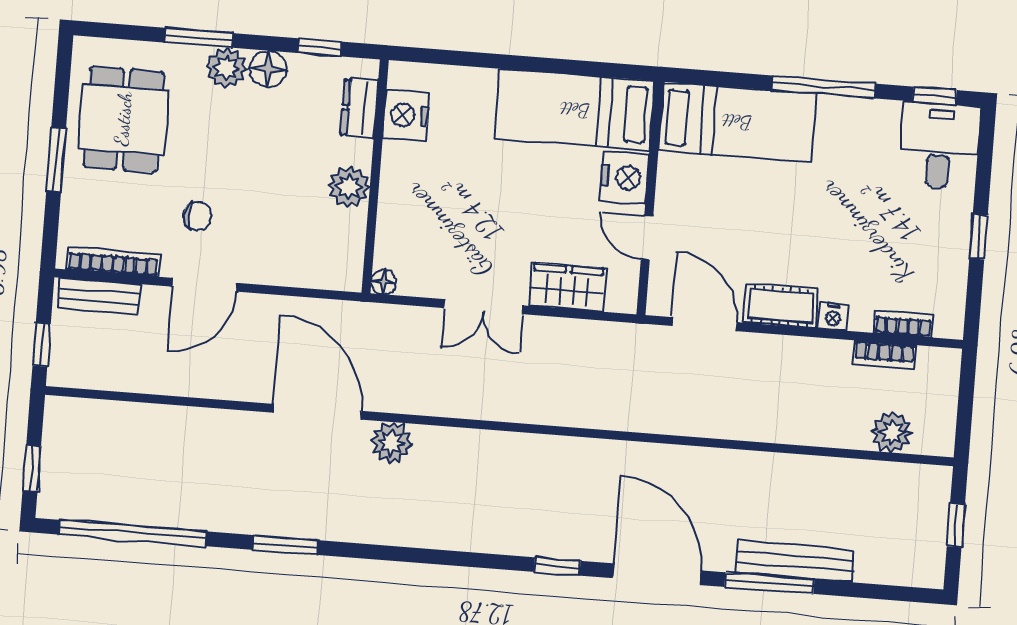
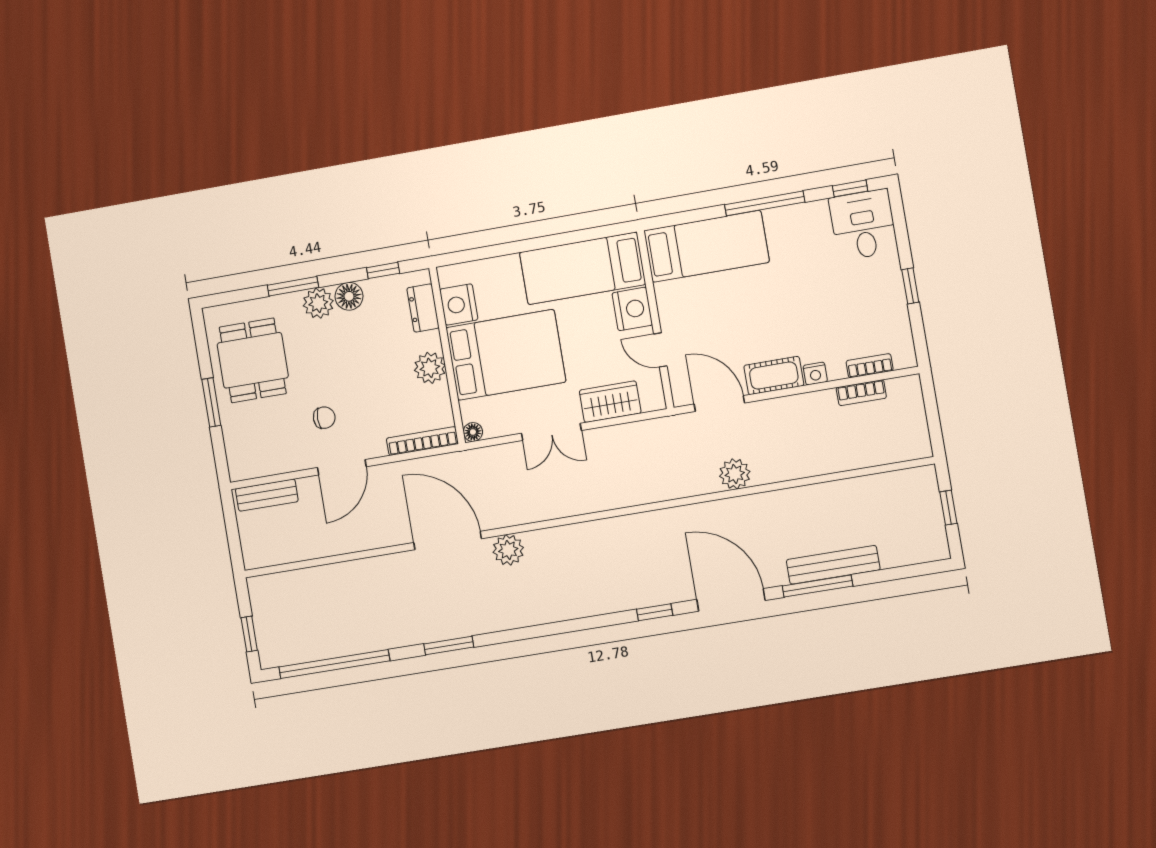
bed: (450, 195) -> (506, 355), added
bookcase: (113, 261) -> (422, 441), moved
window: (42, 345) -> (234, 541), removed
plant: (892, 432) -> (735, 474), moved

